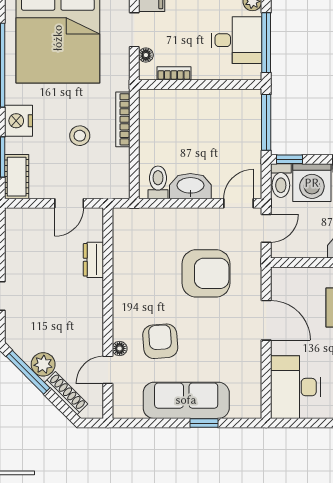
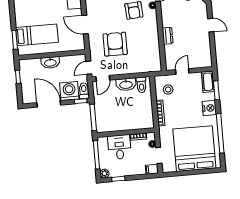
desk: (236, 40) -> (119, 147), moved, turned 90
stool: (80, 136) -> (168, 90), moved
dresser: (93, 260) -> (168, 36), moved
armchair: (206, 273) -> (115, 44), turned 90

